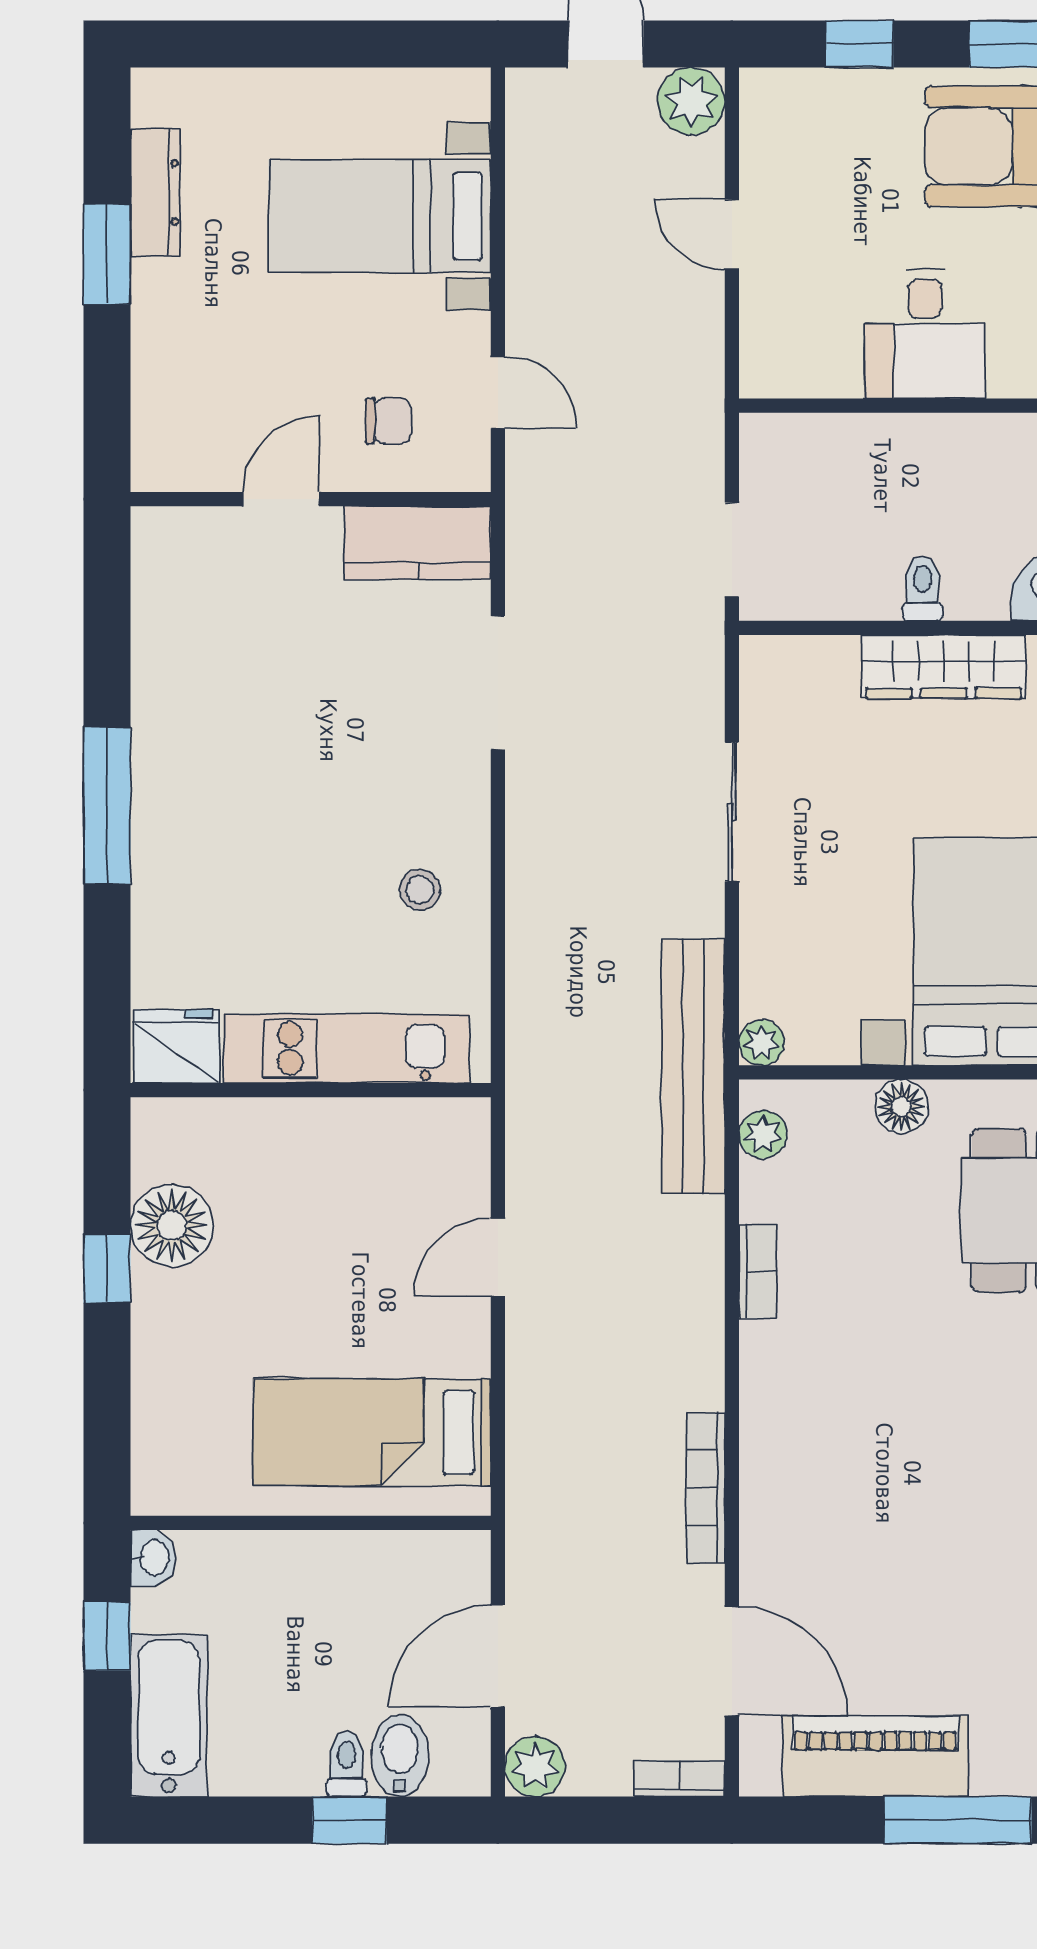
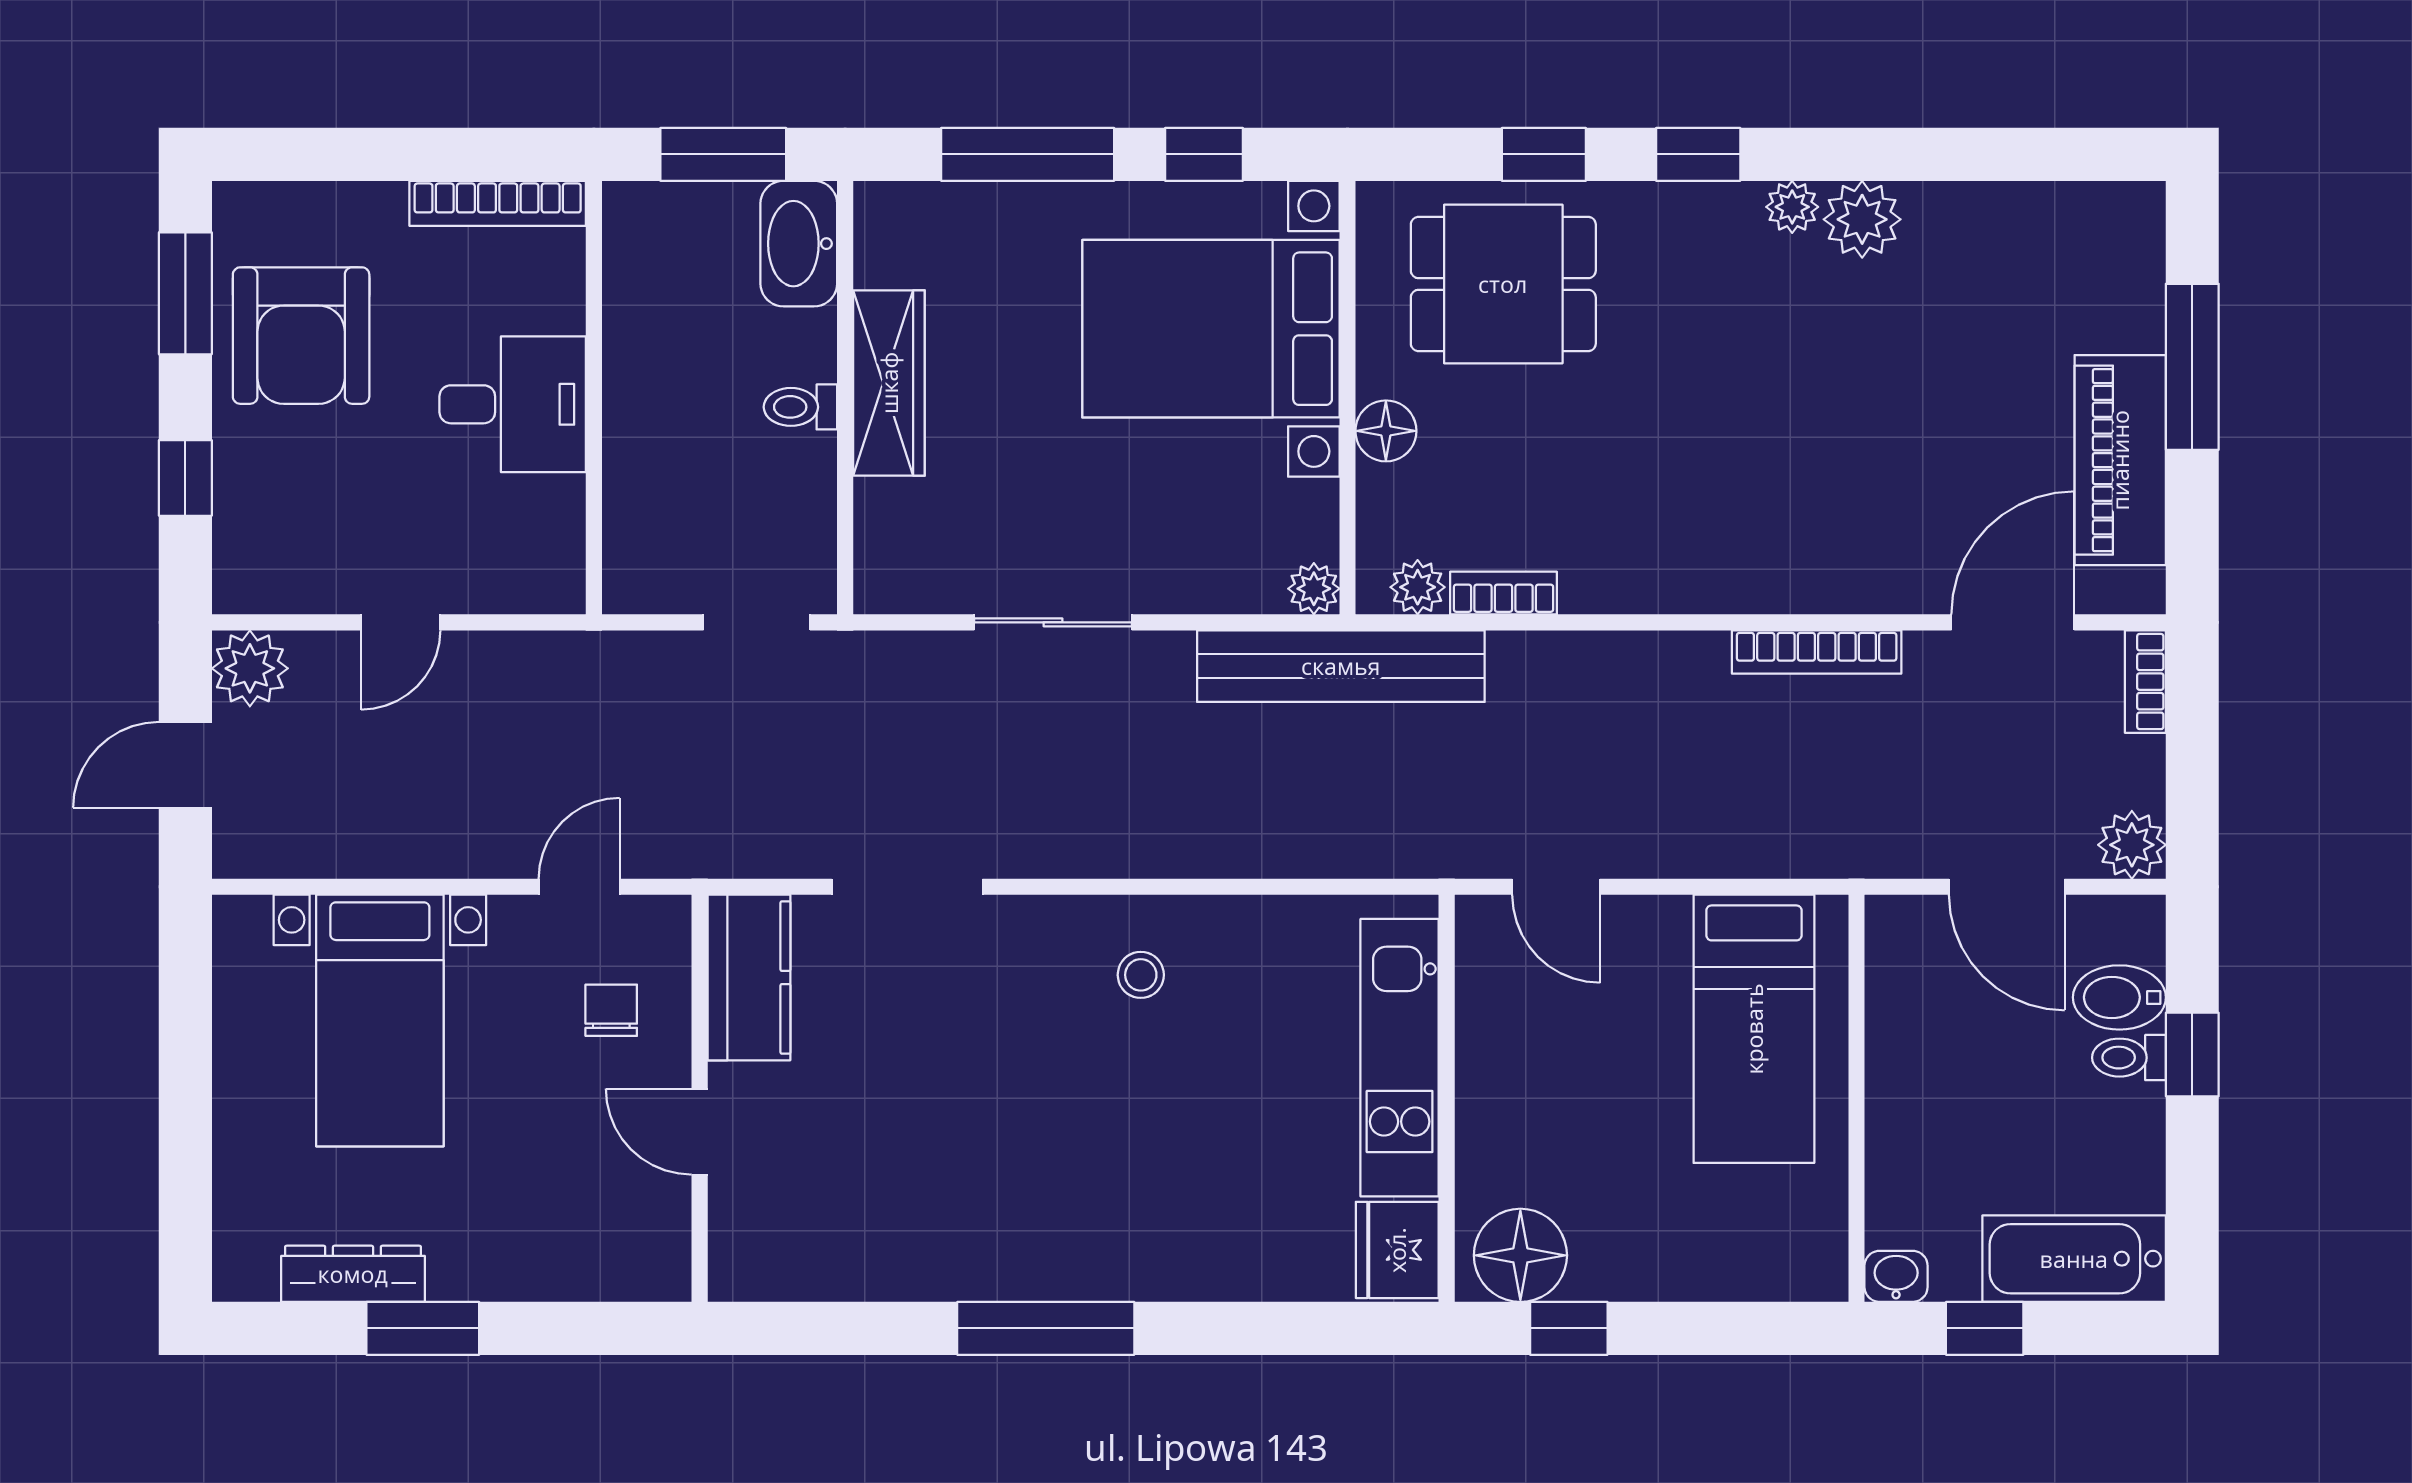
fridge: (176, 1046) -> (1397, 1250), moved
kitchen unit: (347, 1048) -> (1400, 1058), moved
wall: (311, 1090) -> (1447, 1098), moved
bookcase: (758, 1272) -> (1504, 593), moved

